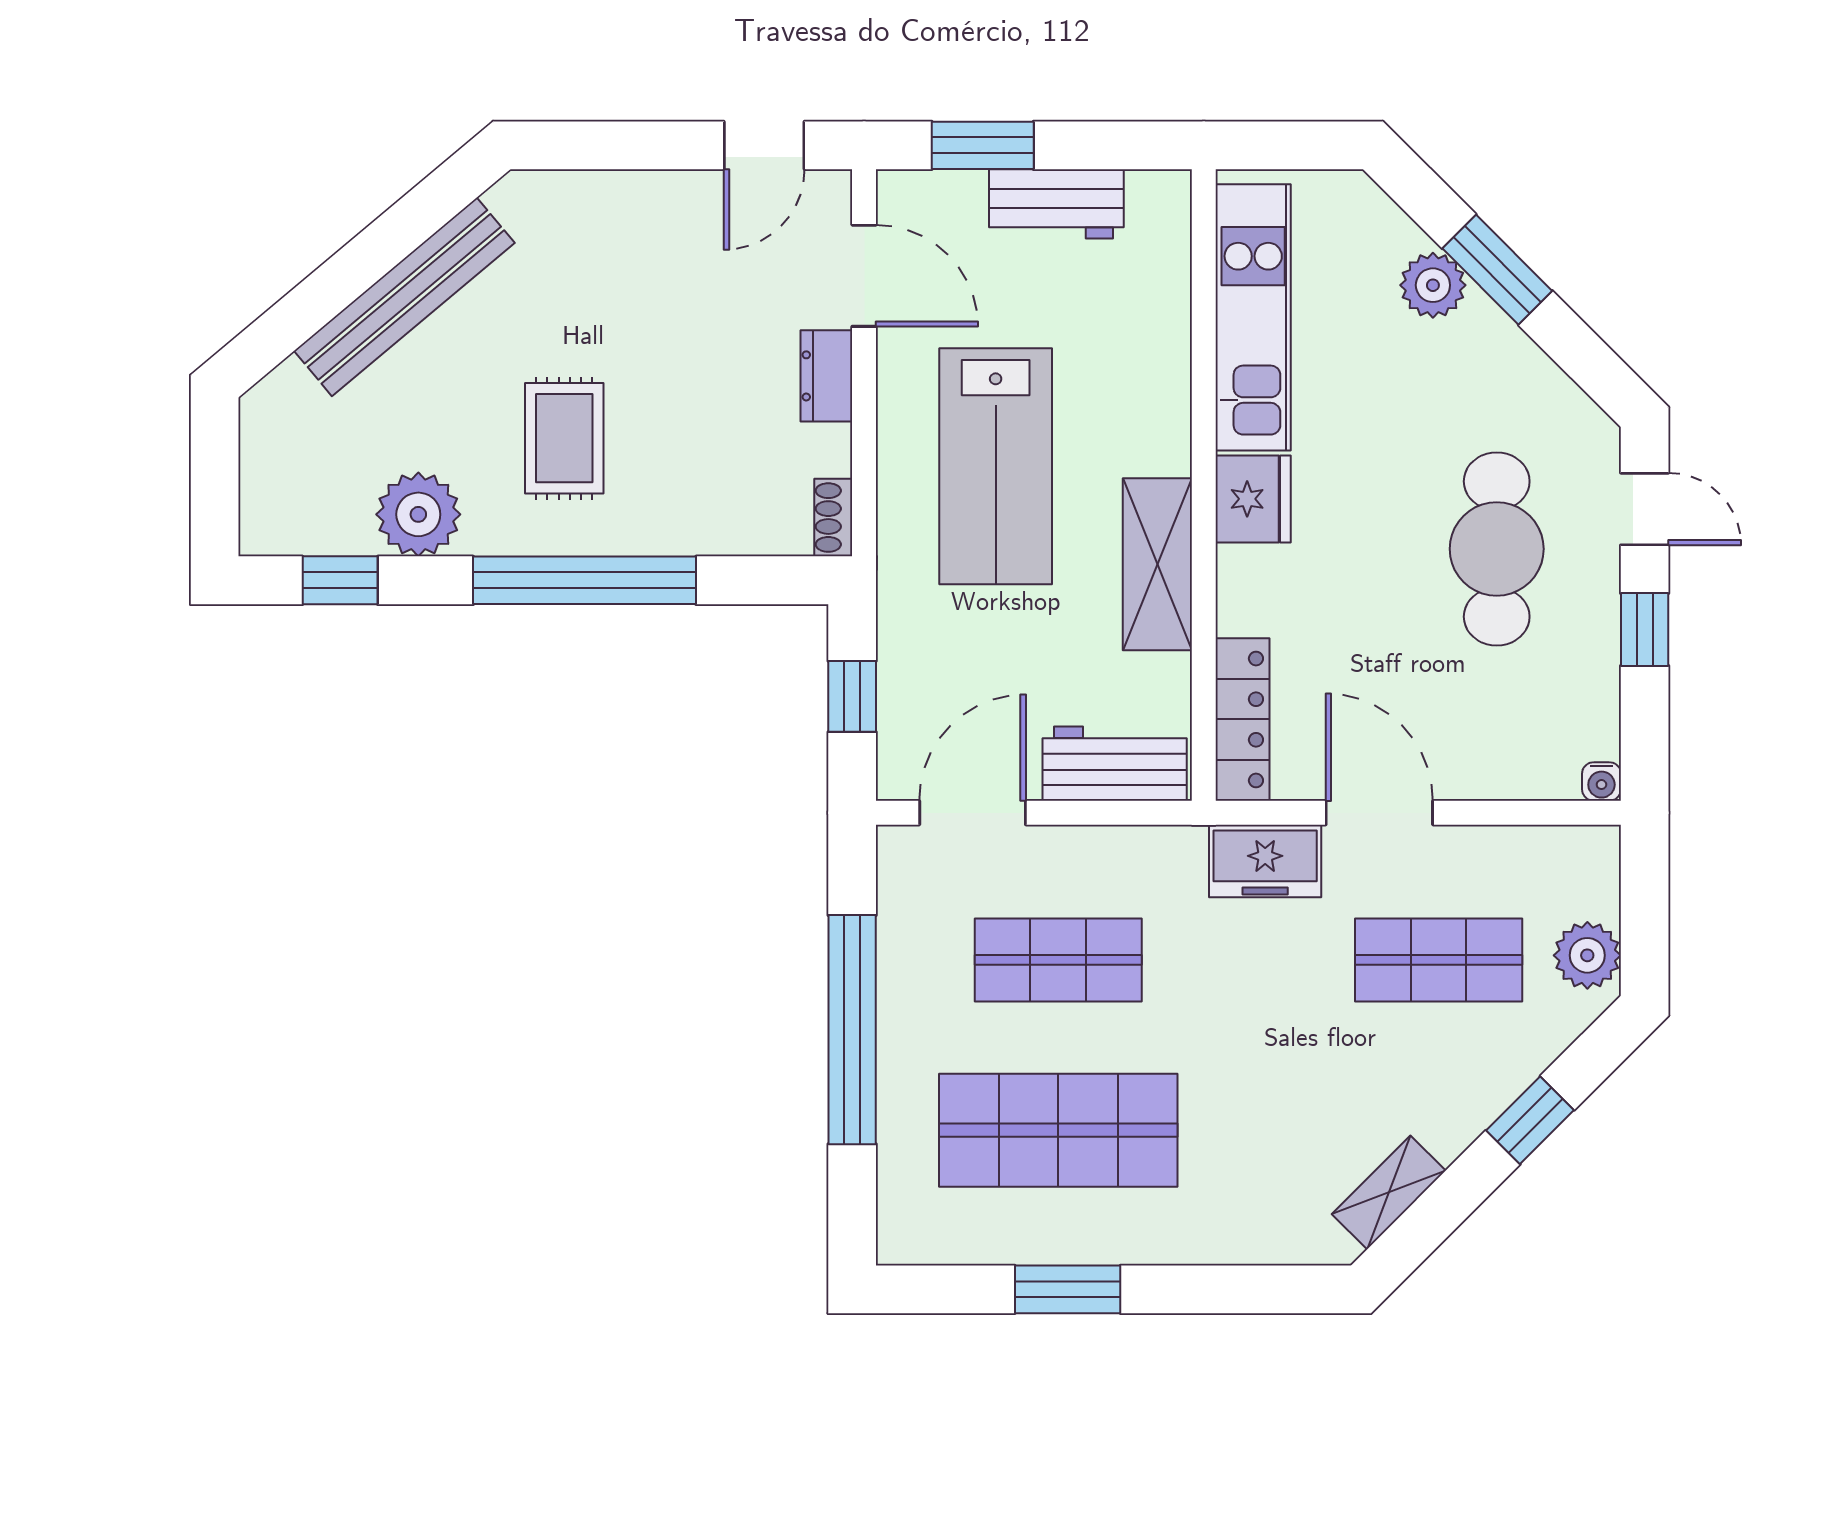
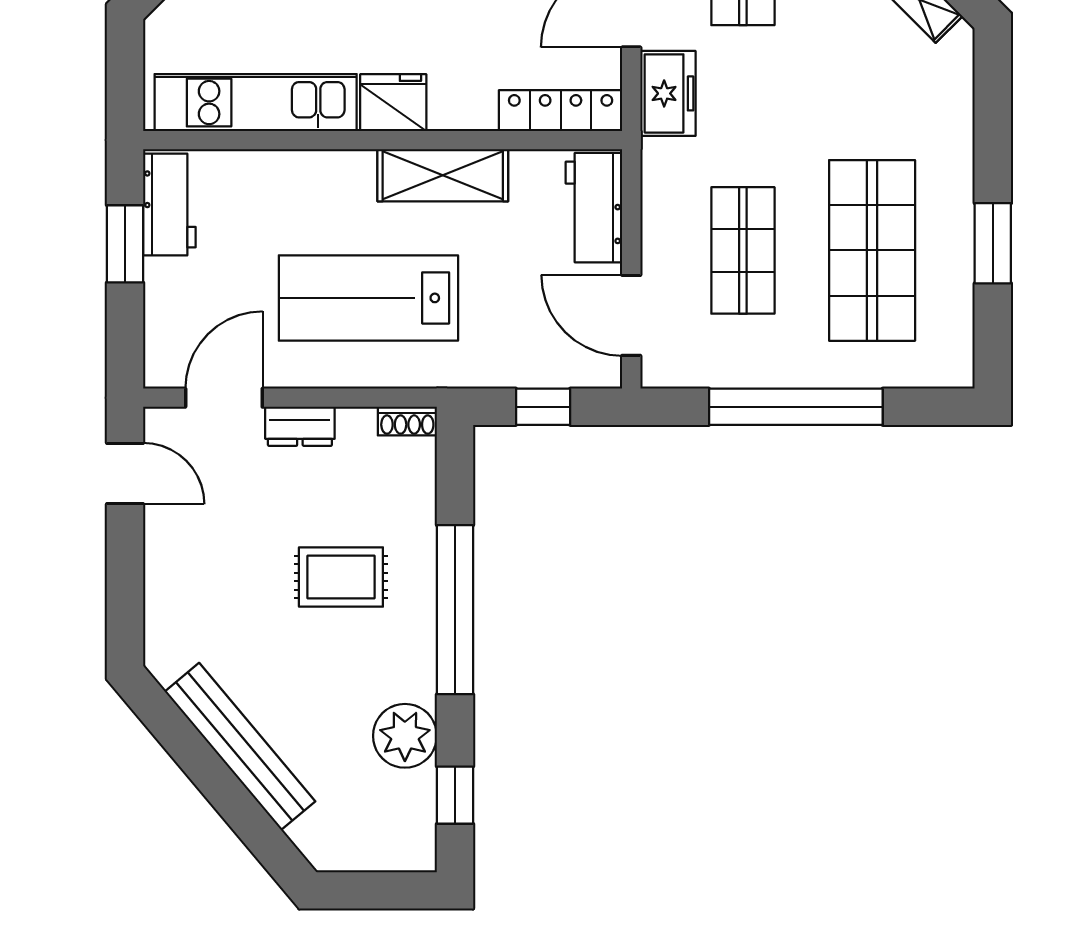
window: (983, 145) -> (125, 244), moved
workbench: (1056, 204) -> (169, 205), moved
rug: (564, 438) -> (341, 577), moved
lab bench: (996, 466) -> (368, 298), turned 180

